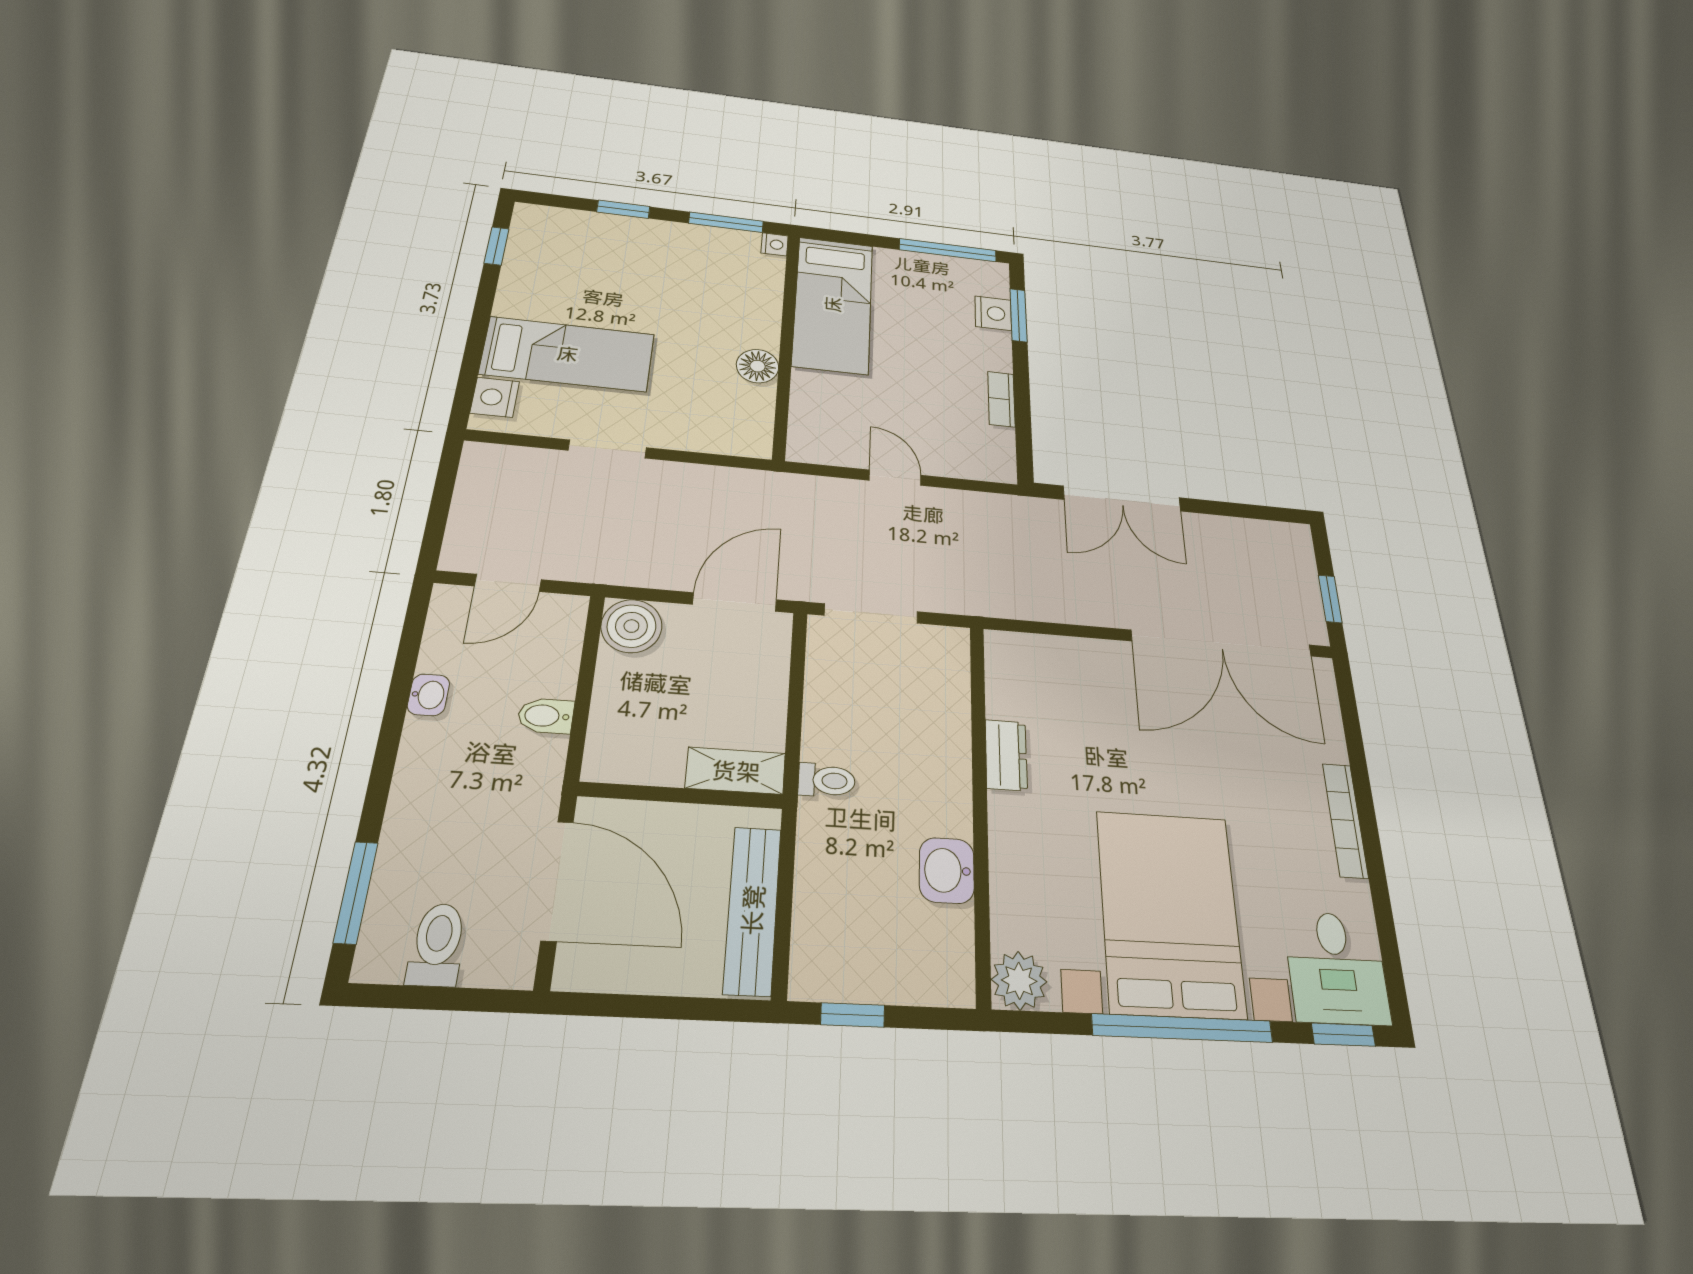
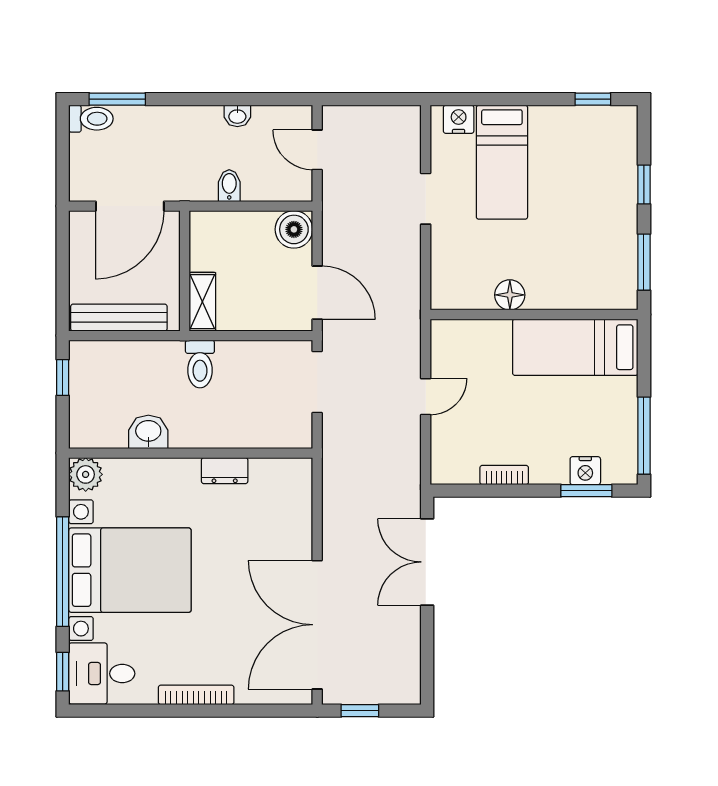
nightstand: (775, 244) -> (628, 300), removed
toilet: (827, 780) -> (200, 364), width x1.37, depth x1.39
toilet: (437, 945) -> (91, 119), moved

